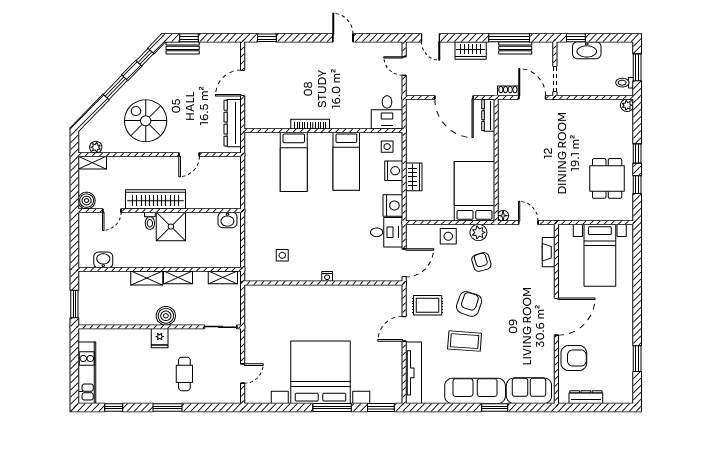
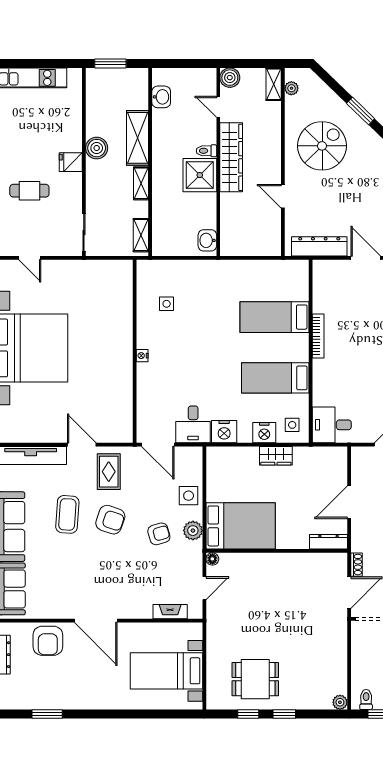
door: (454, 97) -> (349, 502), width x0.73
wardrobe: (414, 177) -> (276, 456), moved
shelving: (147, 278) -> (137, 138), width x1.50, depth x1.33
boiler: (166, 316) -> (97, 148), moved

